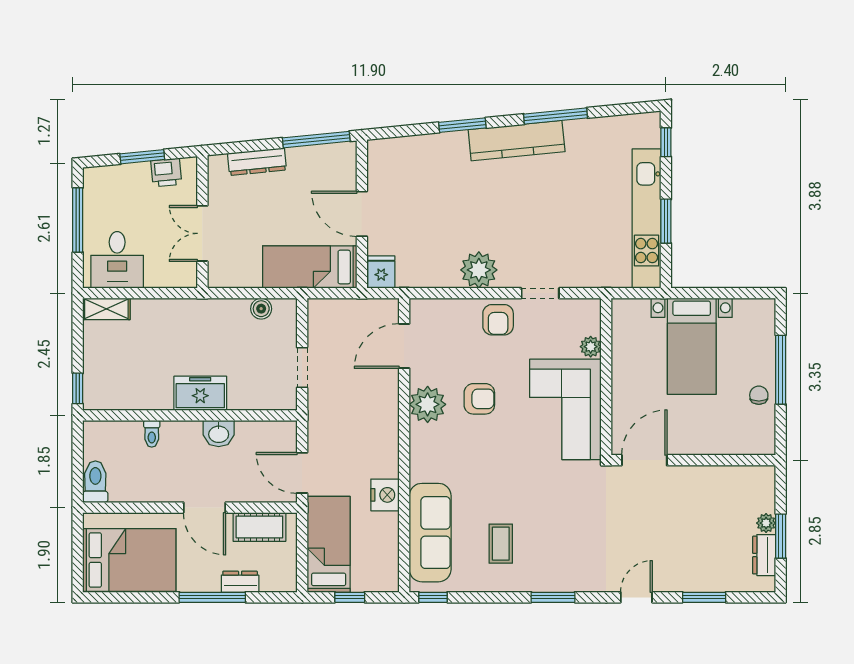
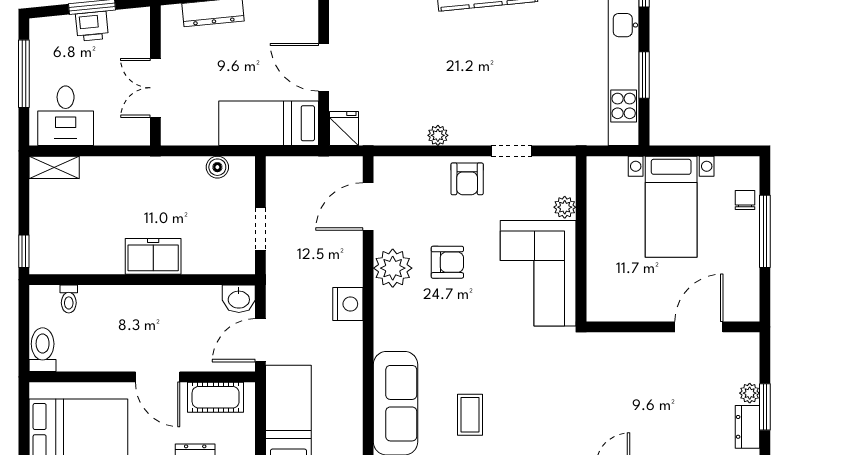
printer: (166, 173) -> (92, 26), moved
plant: (479, 270) -> (438, 135), width x0.53, depth x0.53
chair: (759, 395) -> (745, 200), moved
toilet: (152, 434) -> (69, 299), moved
washbasin: (219, 434) -> (239, 299), moved
door: (644, 460) -> (699, 327), moved
door: (302, 473) -> (260, 340), hinge flipped
nightstand: (385, 495) -> (348, 304), moved

